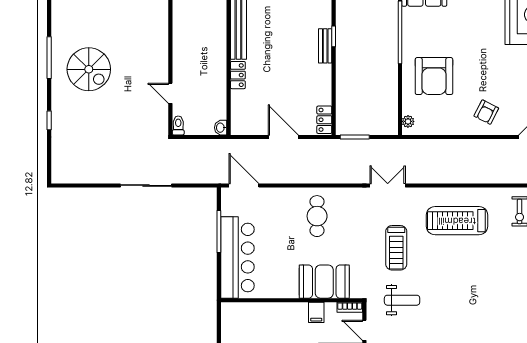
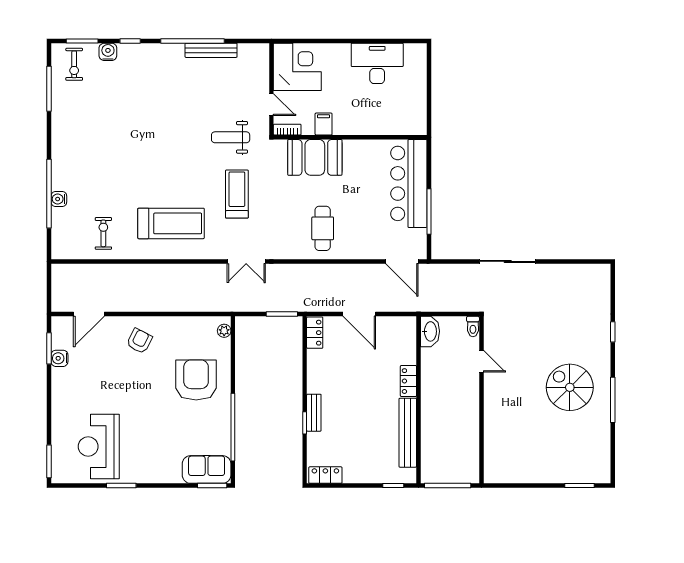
washbasin: (221, 128) -> (430, 331), width x1.91, depth x1.45

